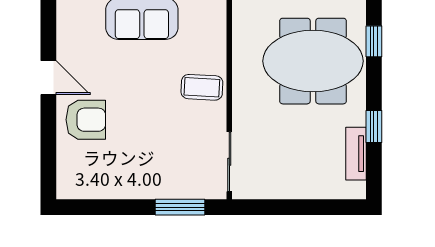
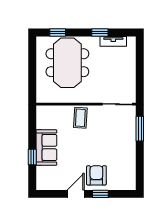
window: (48, 128) -> (100, 194), added

